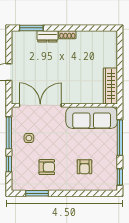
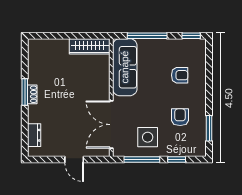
window: (31, 28) -> (25, 92), moved
dresser: (47, 36) -> (34, 135), moved
side table: (29, 138) -> (148, 137), width x1.87, depth x1.87

